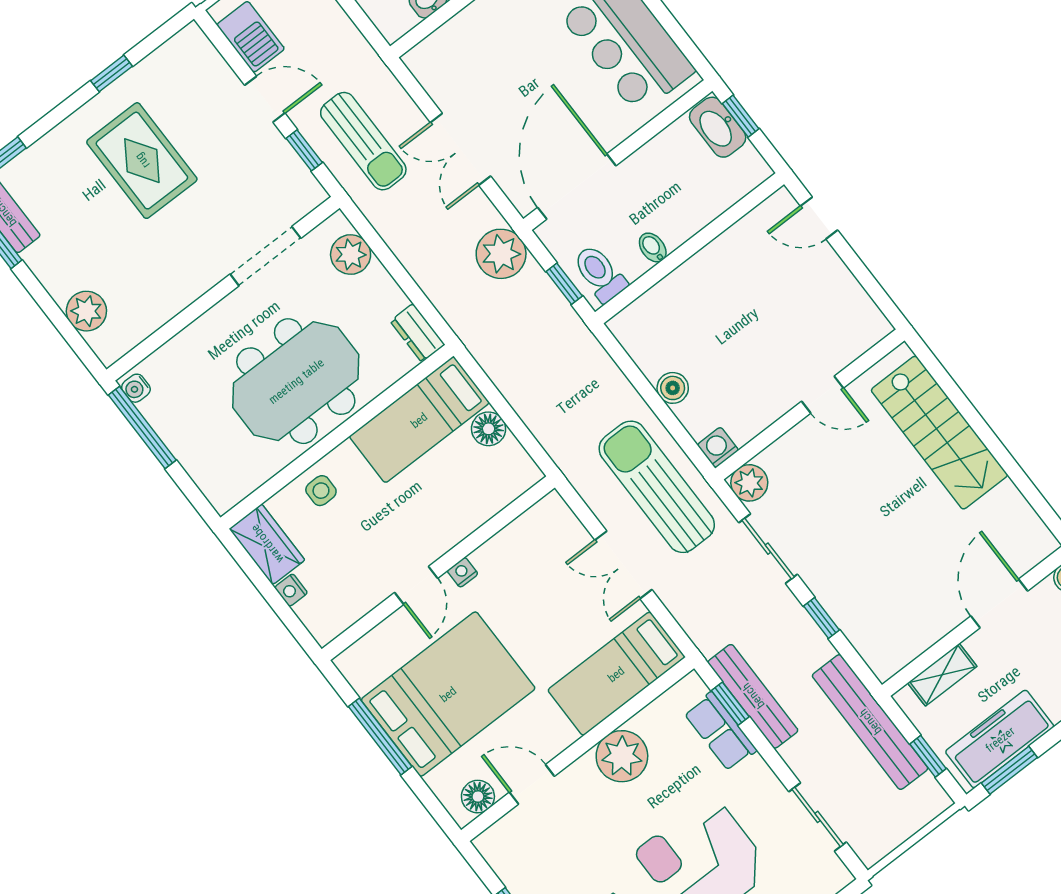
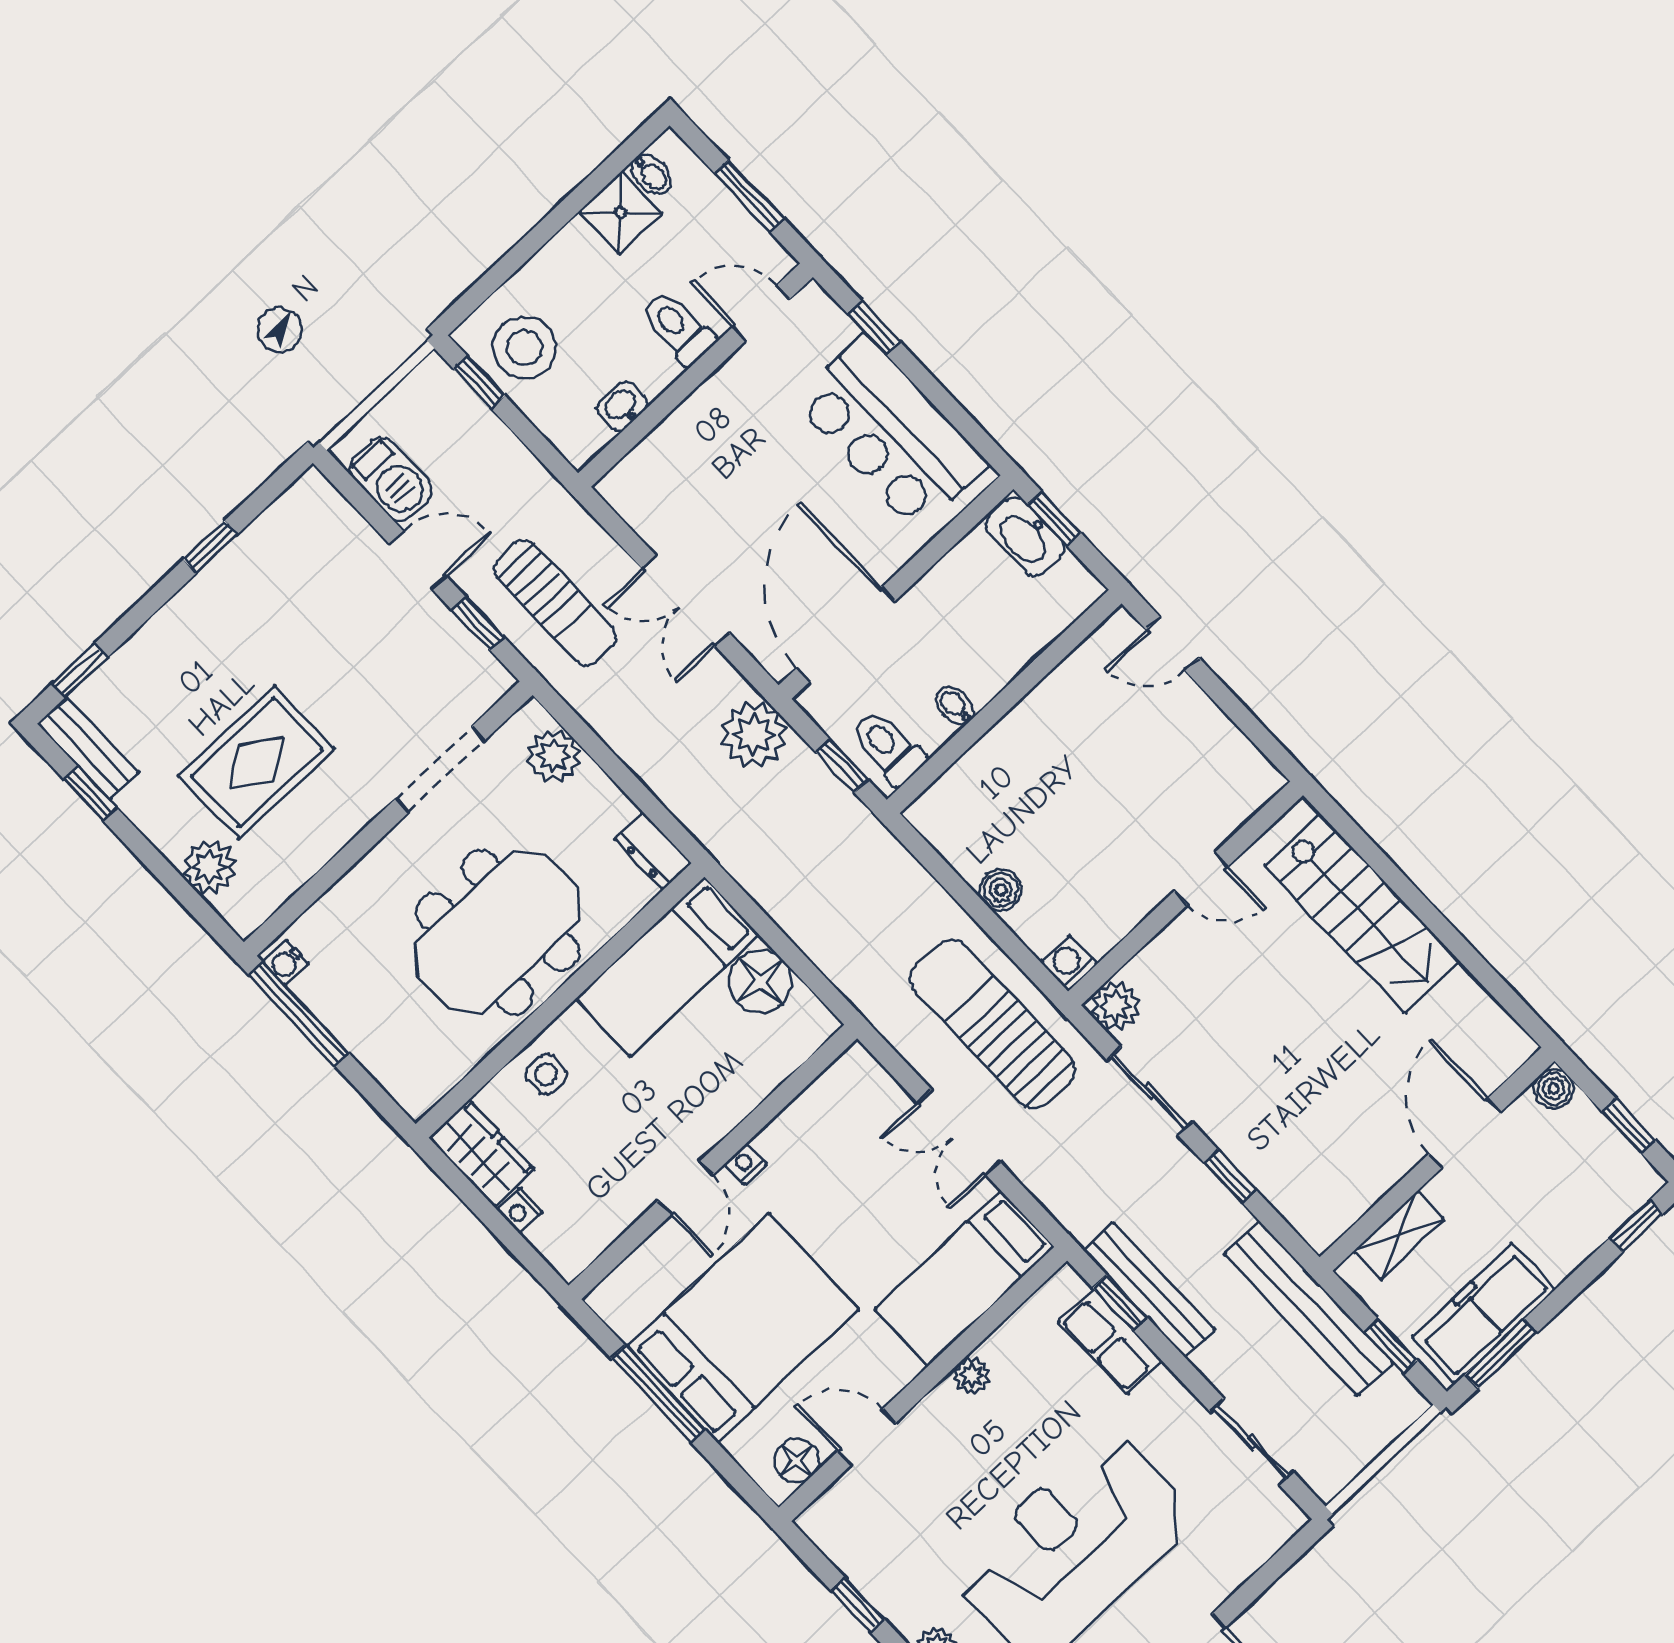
rug: (142, 161) -> (257, 762), moved, turned 90
floor lamp: (489, 429) -> (761, 981), width x1.38, depth x1.38
plant: (622, 756) -> (972, 1376), width x0.53, depth x0.53

